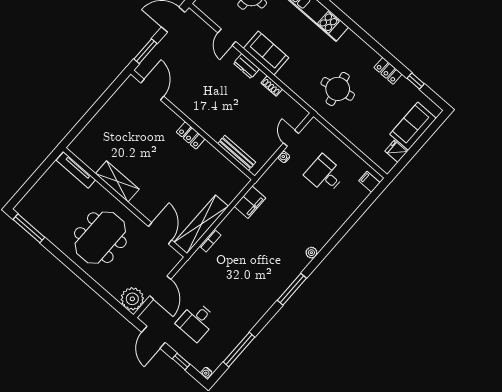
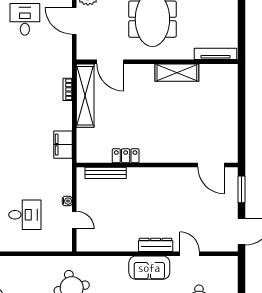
dresser: (246, 66) -> (156, 245), width x1.44
shoe rack: (272, 86) -> (123, 247), removed
locker: (191, 135) -> (126, 156), moved

